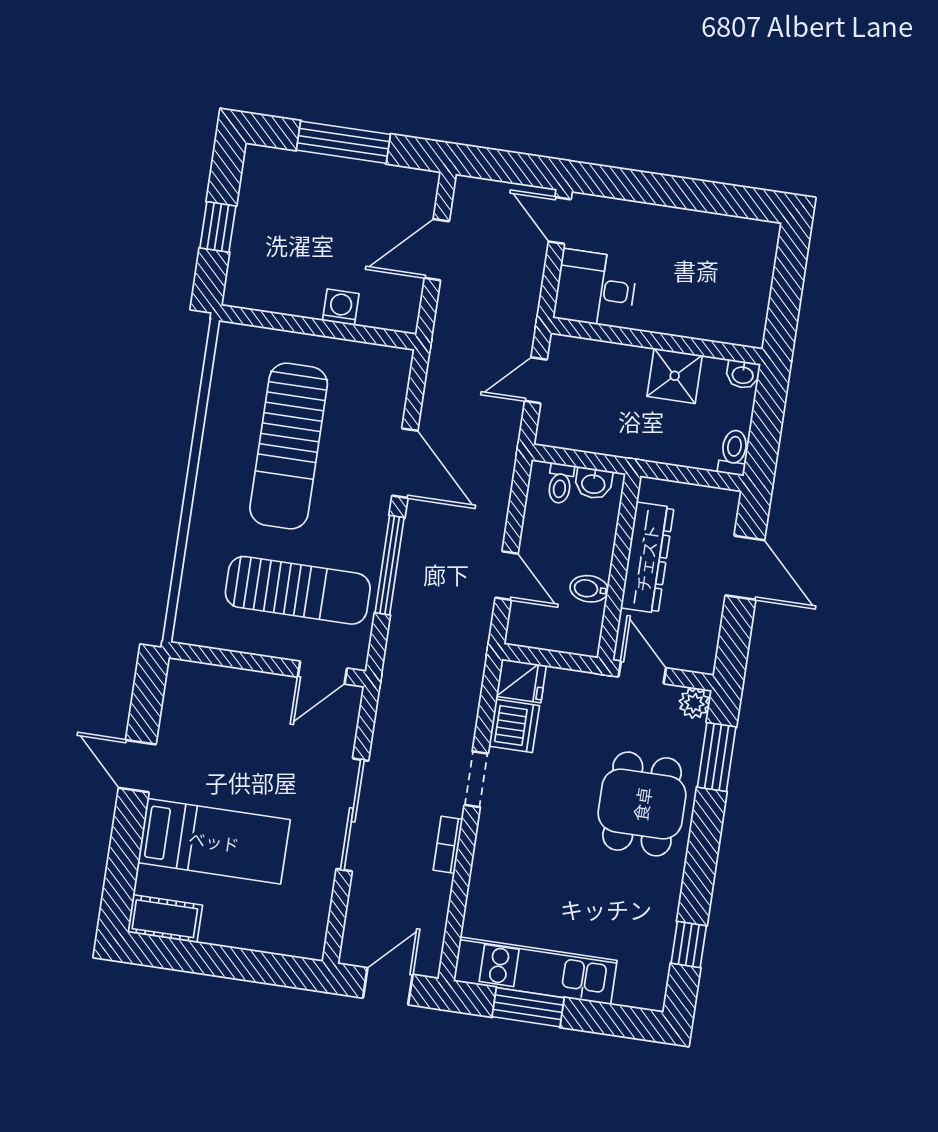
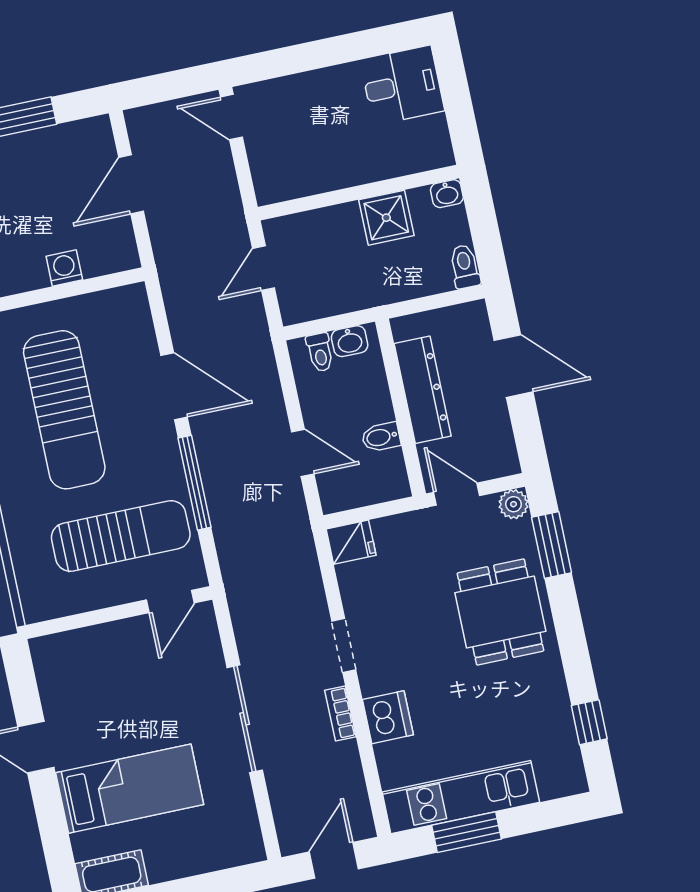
desk: (596, 289) -> (402, 85), moved, turned 180
dishwasher: (514, 726) -> (388, 717), moved

